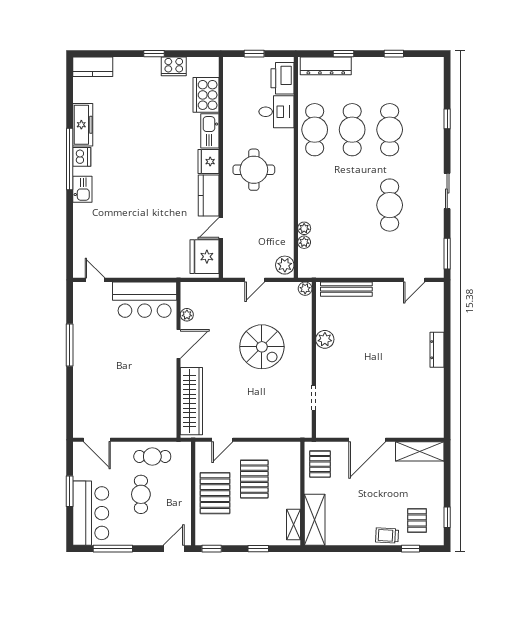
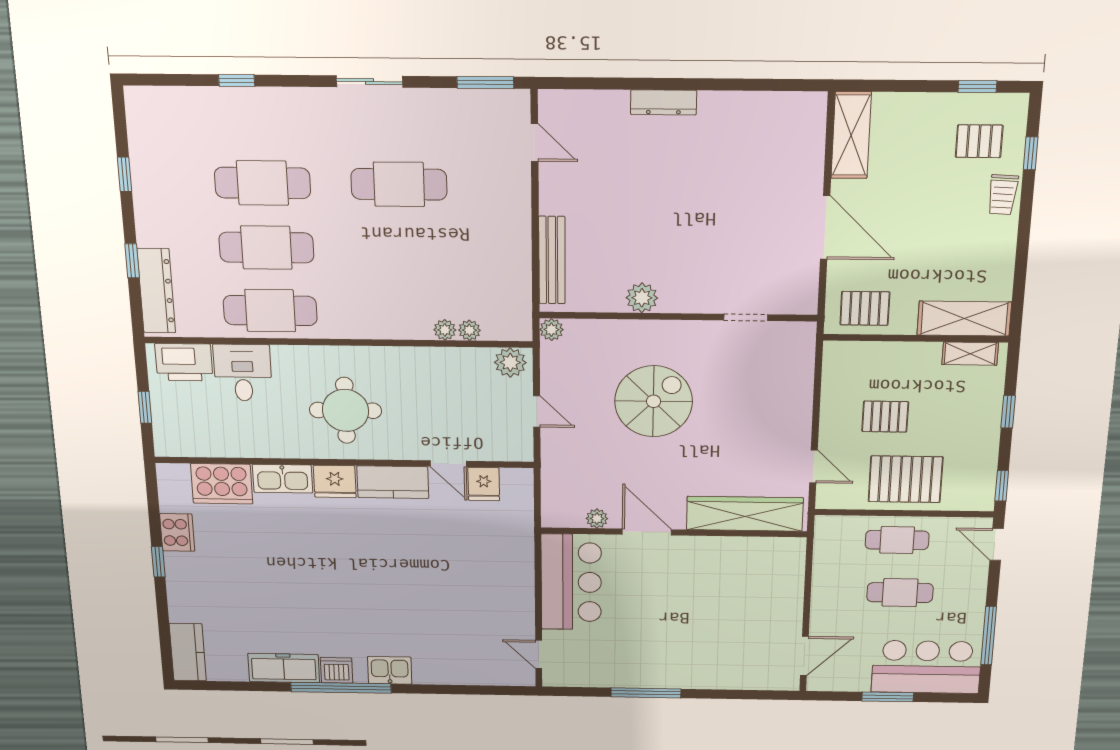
fridge: (205, 257) -> (484, 484), width x0.53, depth x0.75
door: (95, 280) -> (539, 654), hinge flipped
cafe table: (152, 456) -> (897, 540), moved, turned 90
pallet: (254, 479) -> (885, 417), width x0.67, depth x0.71

